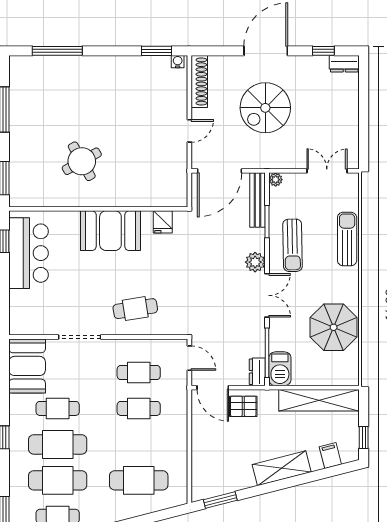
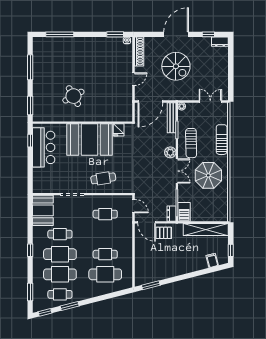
spiral stairs: (265, 108) -> (176, 66), turned -90
booth: (110, 231) -> (89, 140), width x1.36, depth x1.42
parasol: (334, 327) -> (208, 175), moved
cafe table: (139, 408) -> (105, 254), moved
shelving: (282, 468) -> (185, 268), removed

